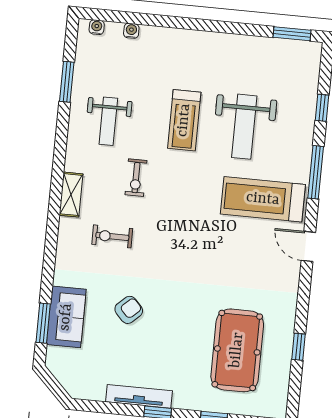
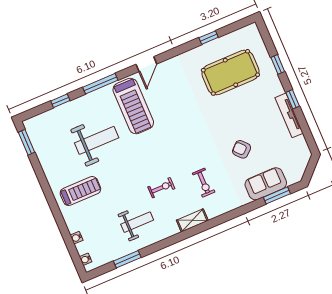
treadmill: (184, 120) -> (80, 191), moved

